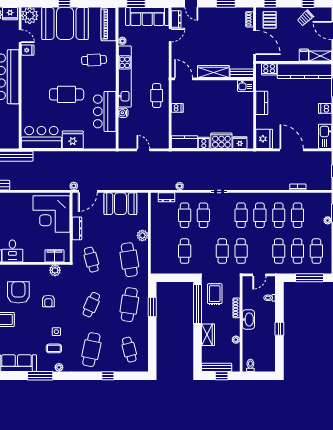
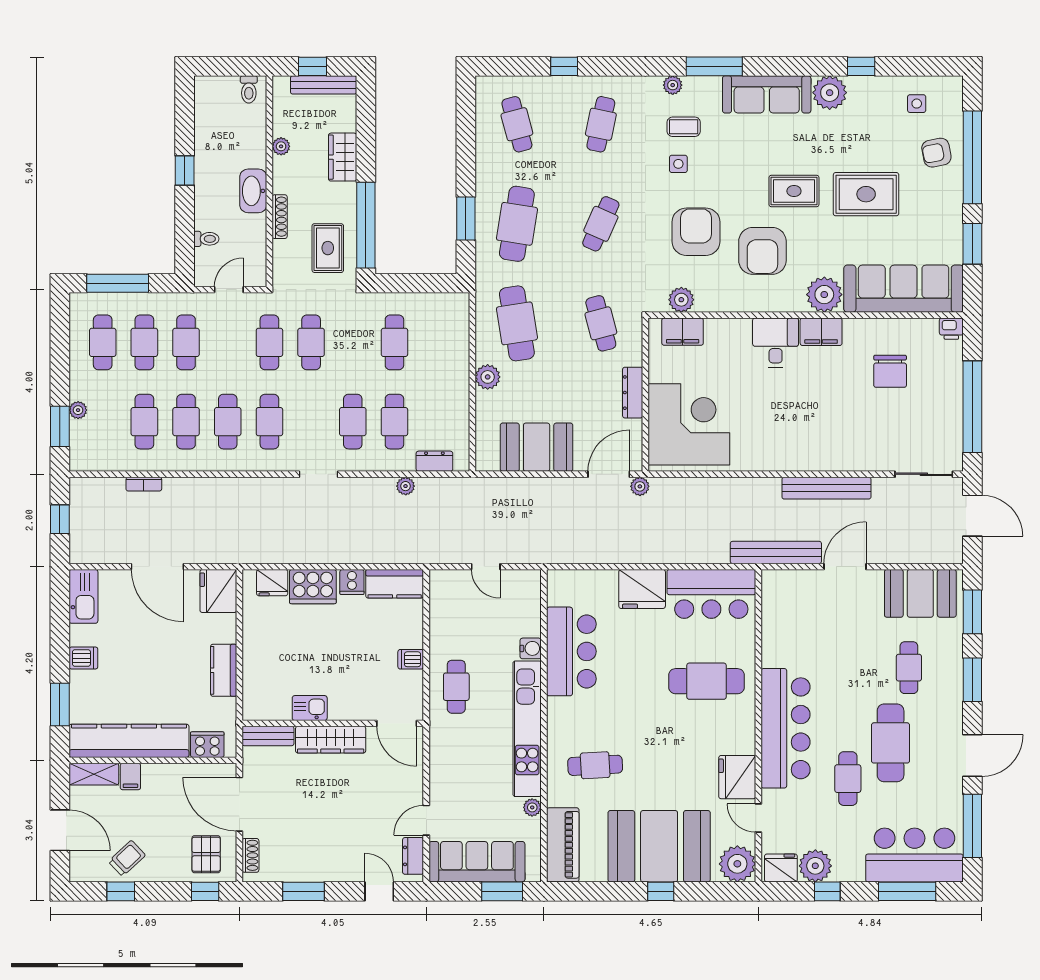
fridge: (28, 50) -> (737, 777), width x1.88, depth x1.34
kitchen sink: (246, 86) -> (310, 708), moved
cafe table: (67, 94) -> (706, 681), moved
armchair: (48, 301) -> (696, 232), width x1.88, depth x1.88
cafe table: (91, 350) -> (601, 124), width x0.73, depth x0.74

